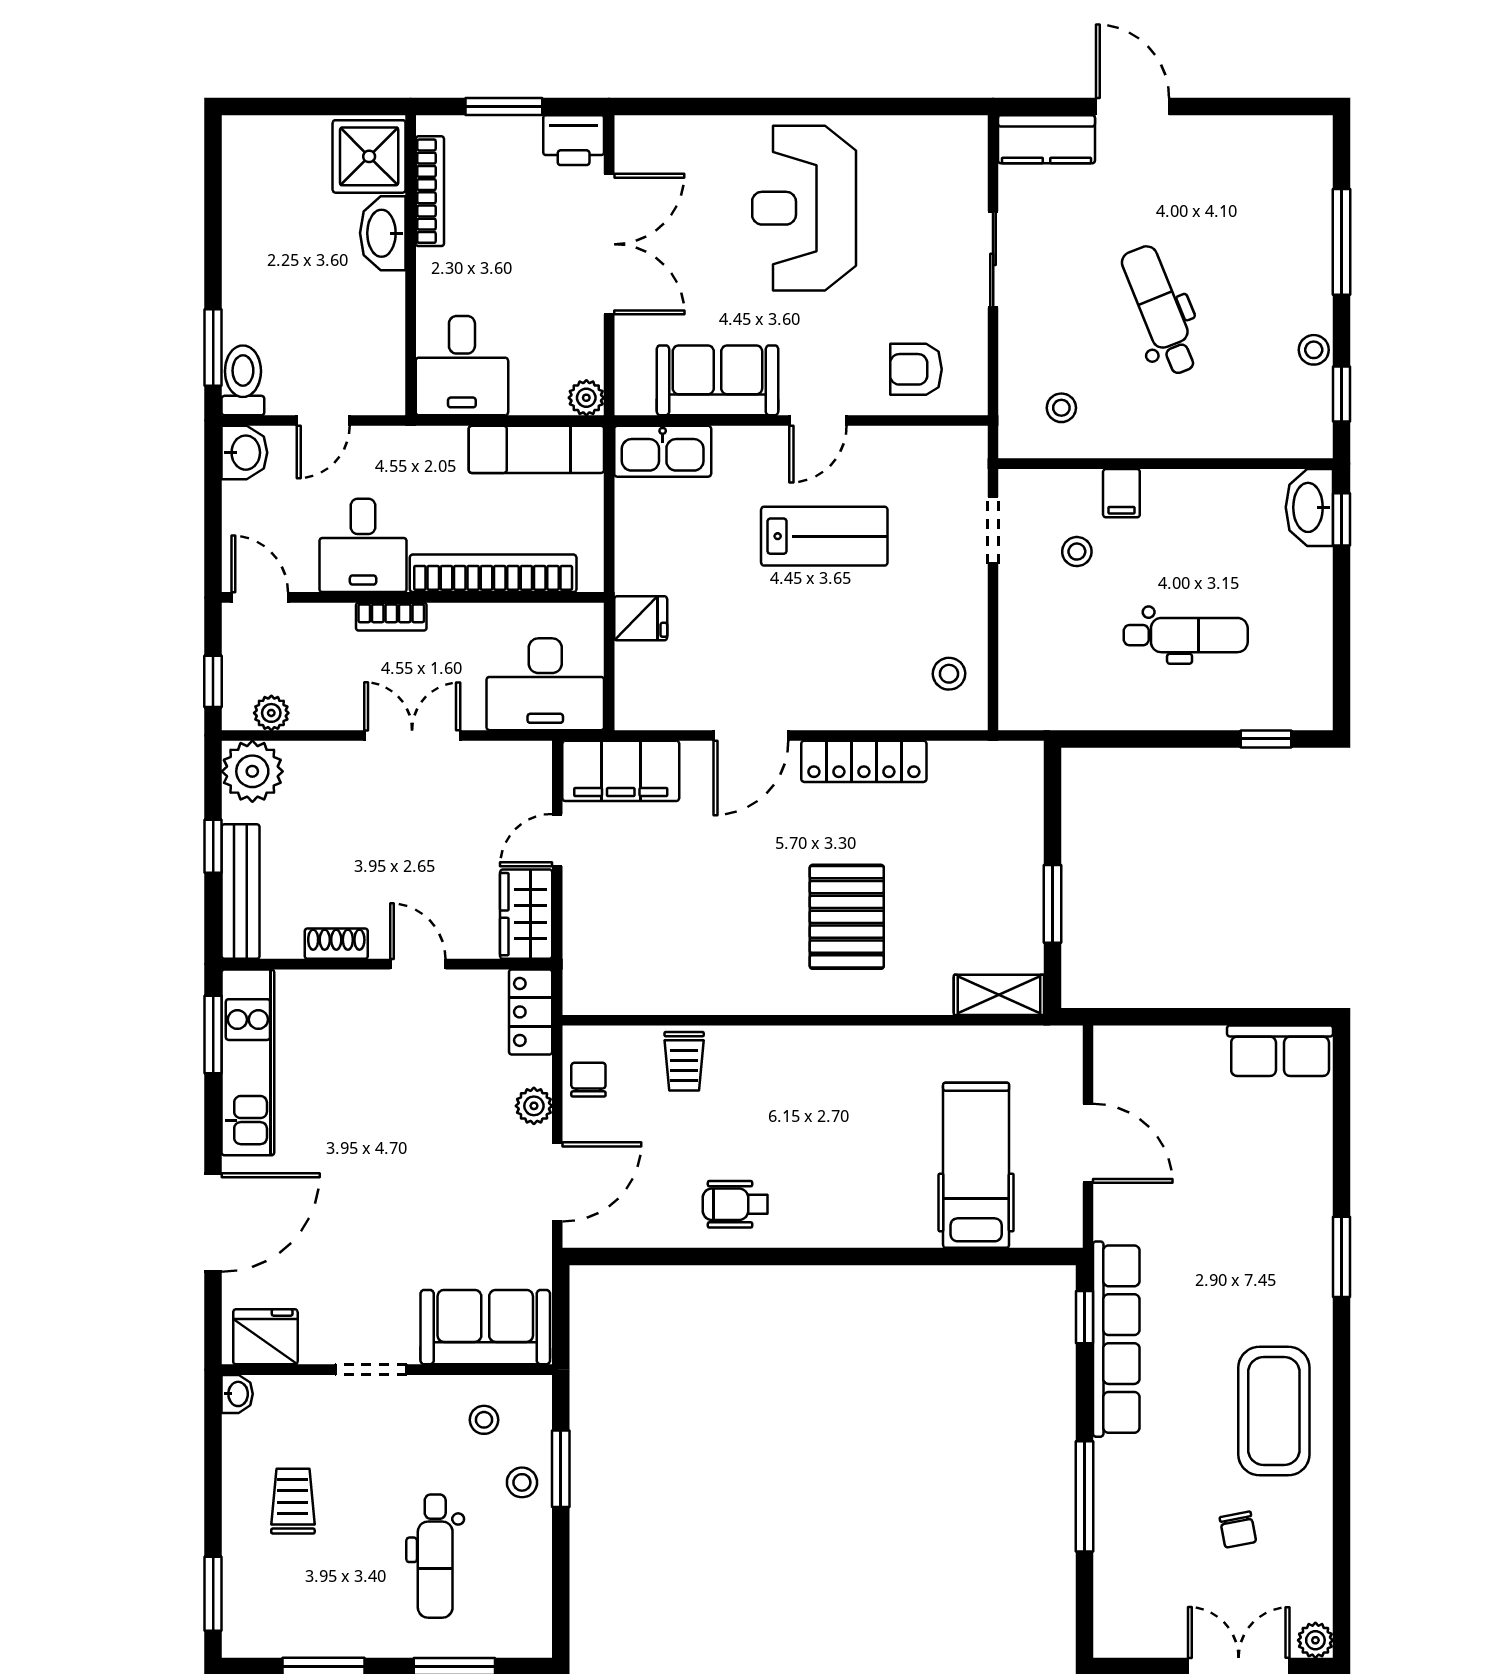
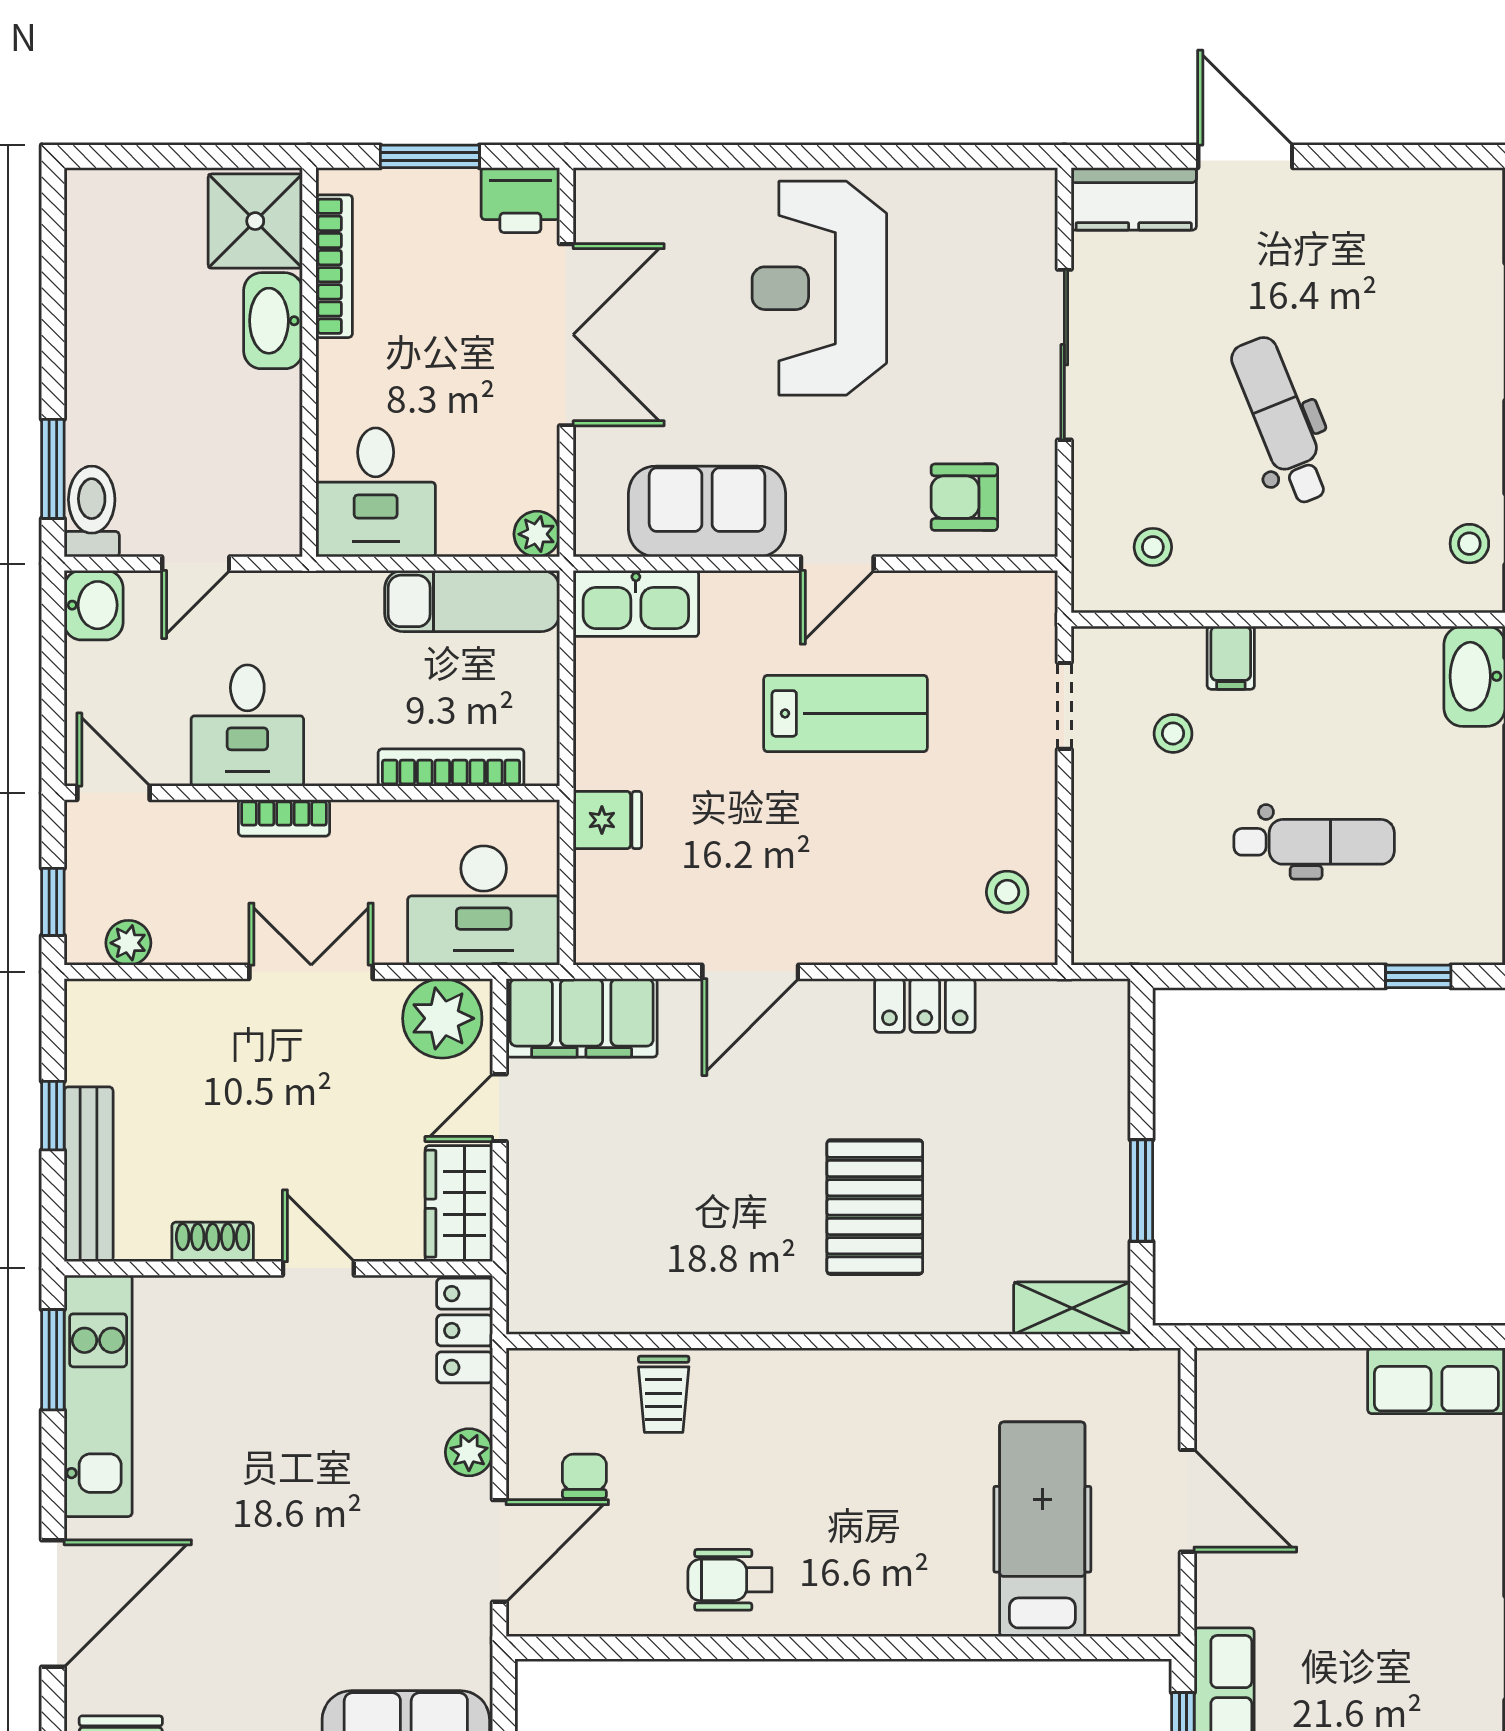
sliding door: (993, 259) -> (1064, 355), width x1.37
stool: (1314, 350) -> (1469, 544), moved
bookcase: (493, 573) -> (451, 768), width x0.68, depth x0.76
locker: (864, 761) -> (925, 1005), width x0.66
plant: (252, 771) -> (442, 1018), moved
chair: (588, 1080) -> (584, 1476), moved

